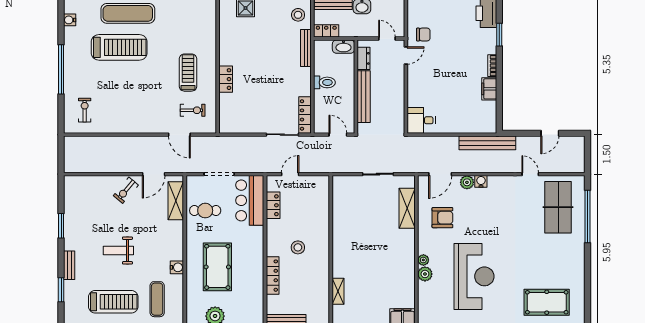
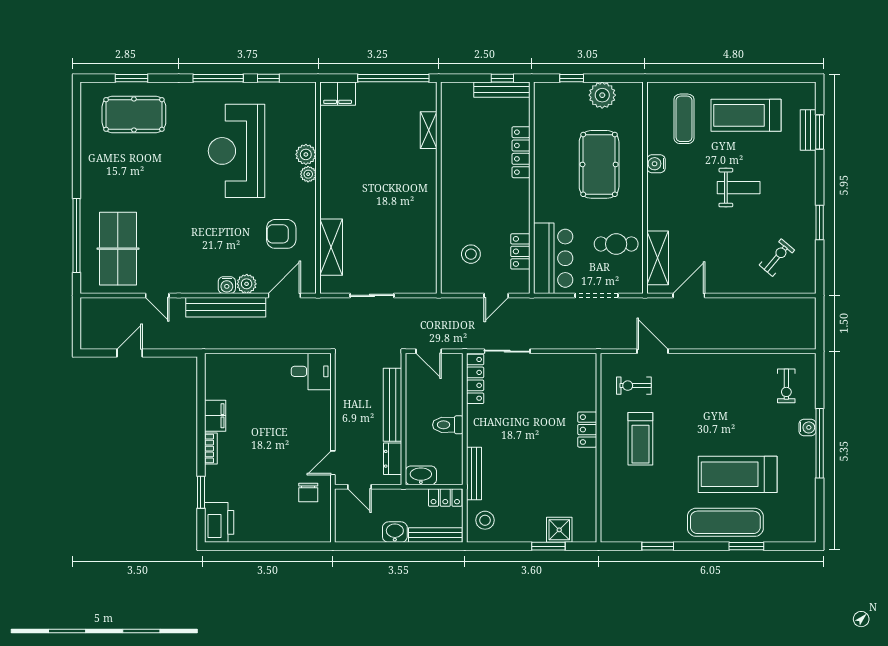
water cooler: (70, 20) -> (807, 427), moved
chair: (423, 35) -> (308, 492), turned -90
bench: (487, 143) -> (226, 307), moved
exercise bike: (126, 190) -> (777, 258), moved
stool: (298, 247) -> (471, 254), moved
bench: (69, 265) -> (808, 130), moved

